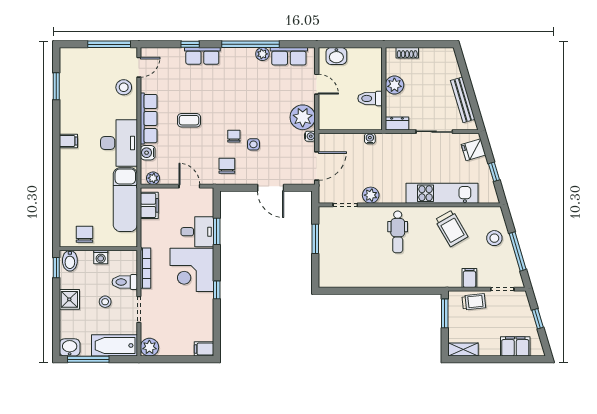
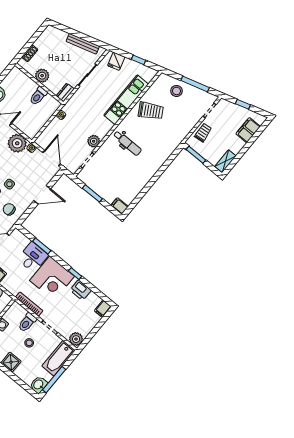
filing cabinet: (469, 278) -> (120, 206), moved
printer: (204, 310) -> (81, 290), added

